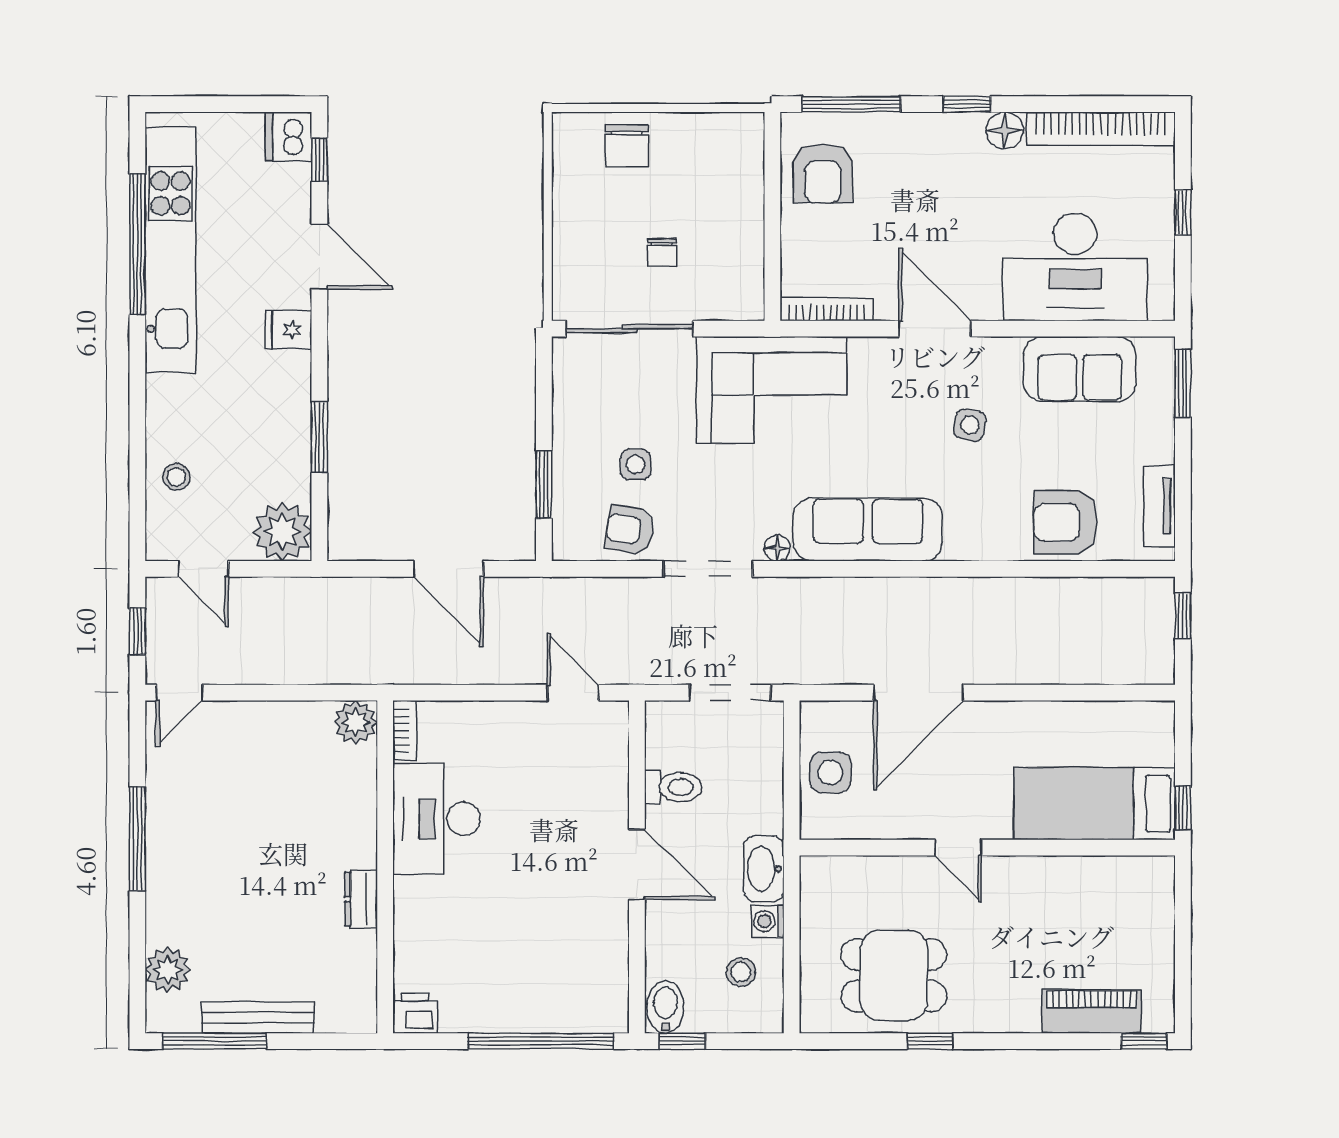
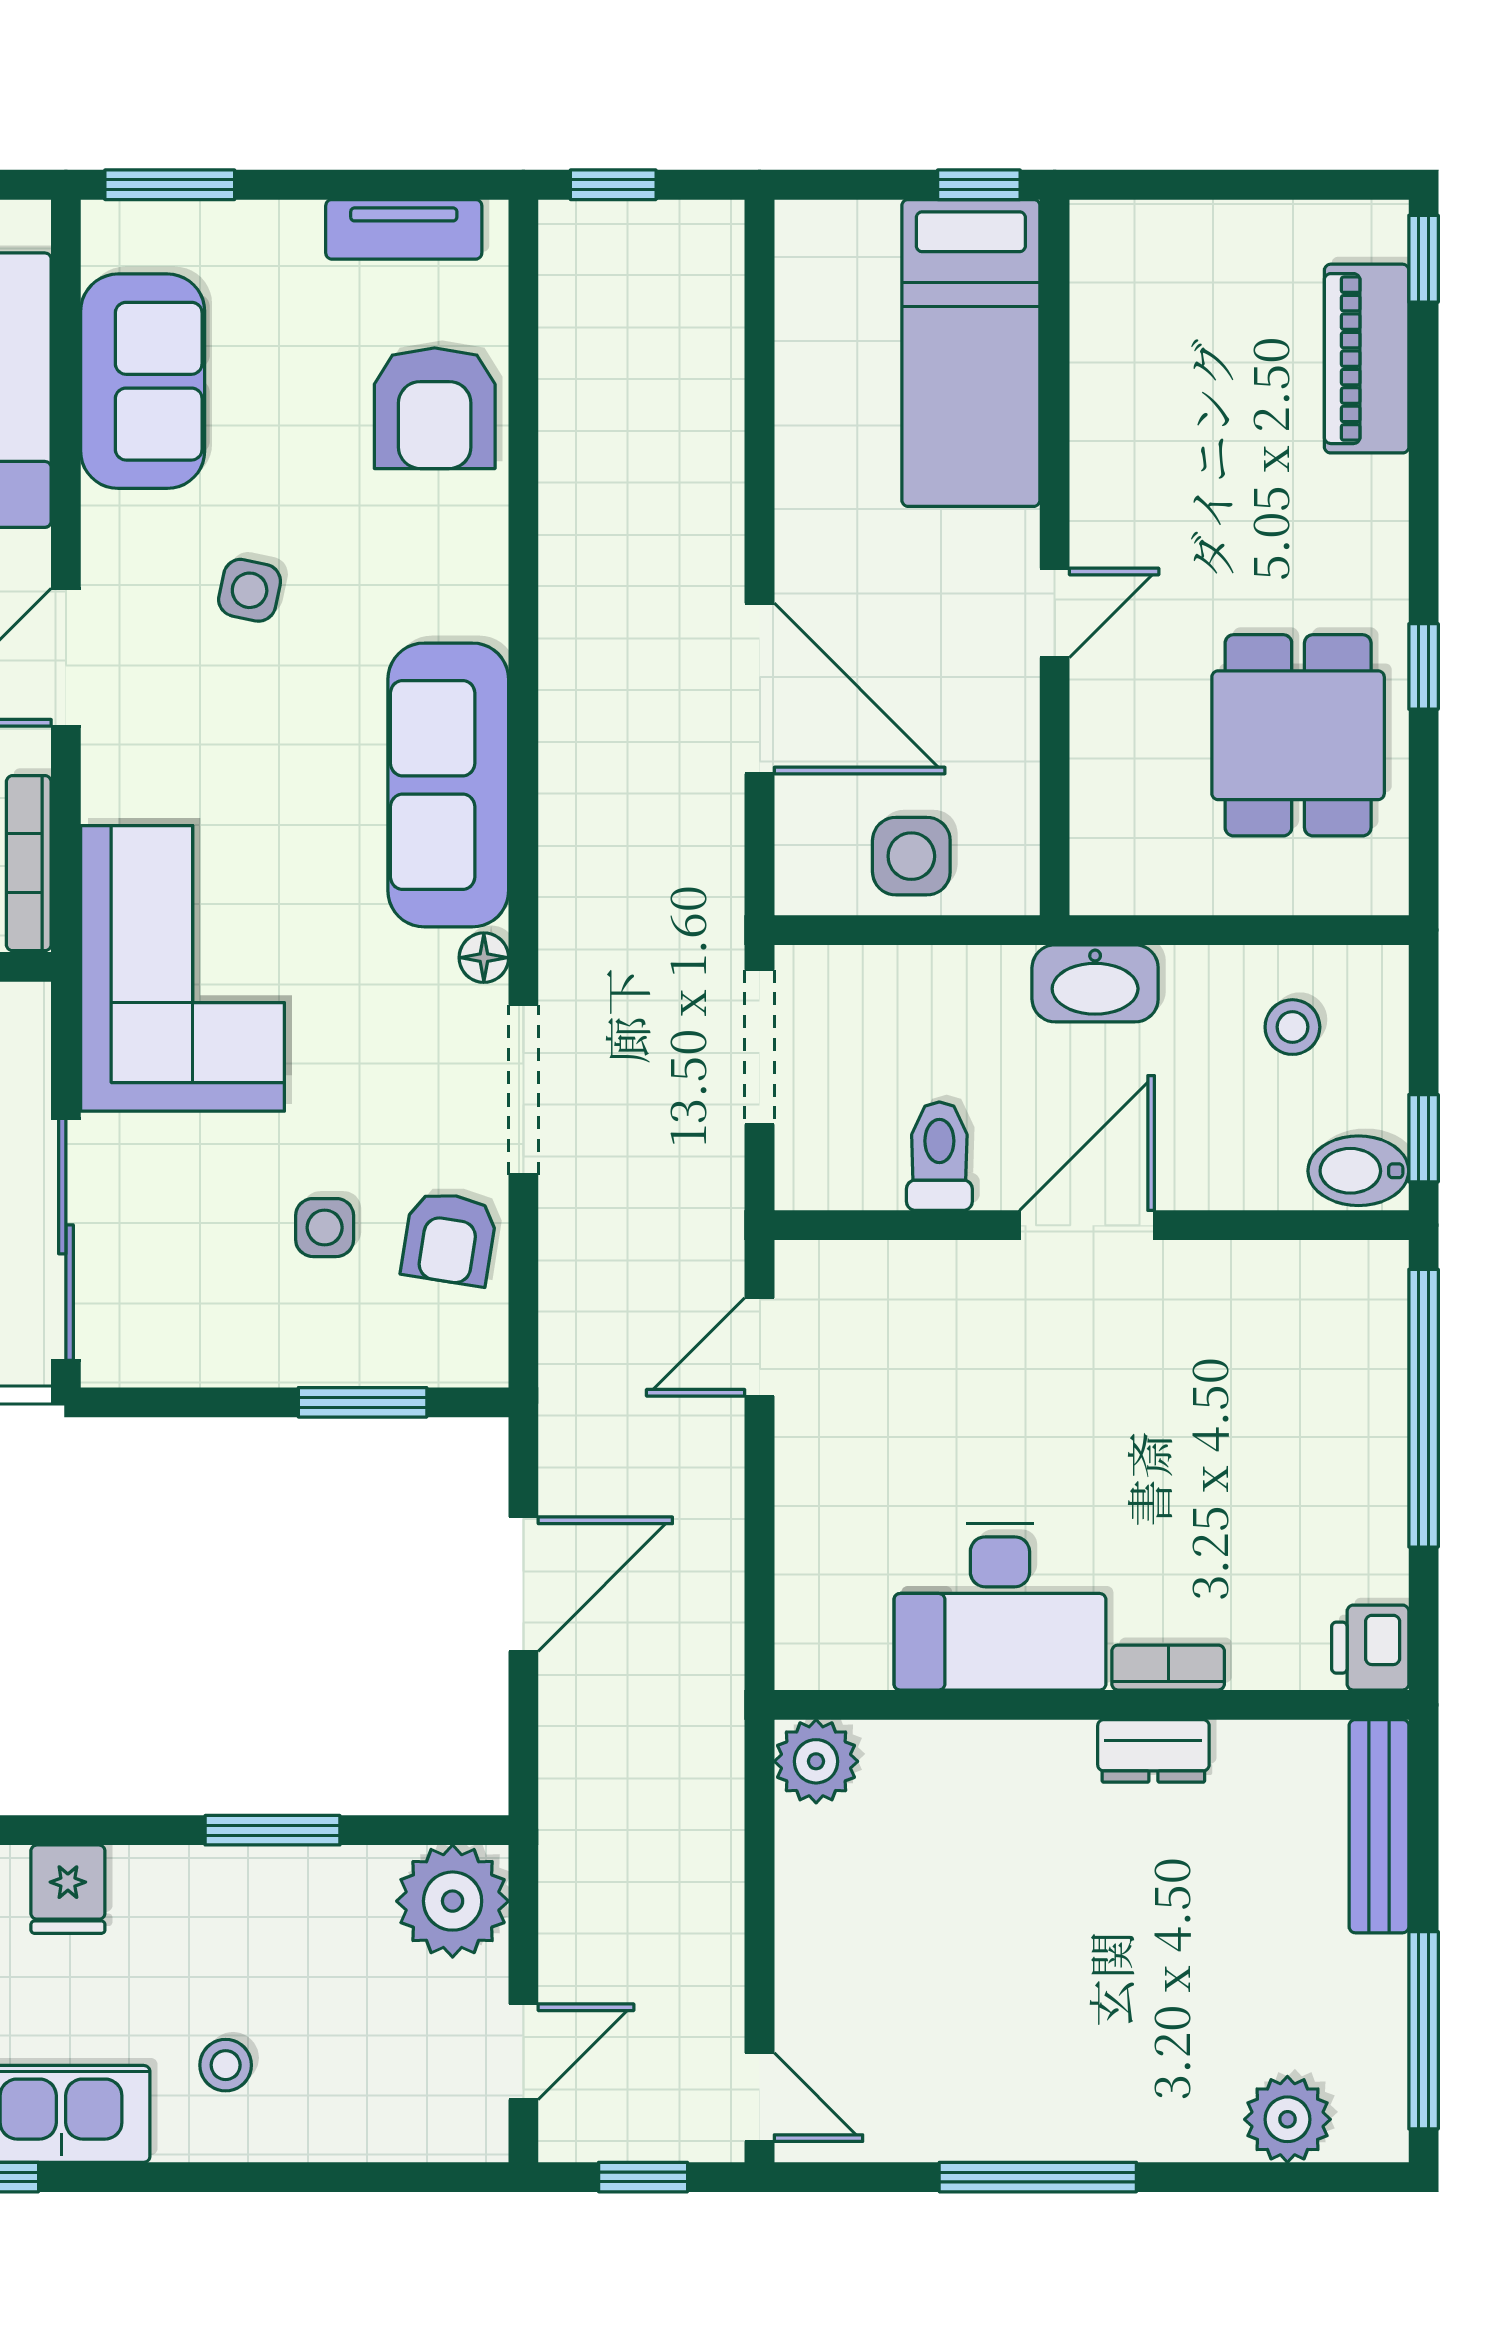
stool: (176, 477) -> (226, 2065), moved
bookcase: (405, 731) -> (1168, 1668), moved
washing machine: (768, 921) -> (1195, 976), removed
bench: (258, 1018) -> (1379, 1826), moved

